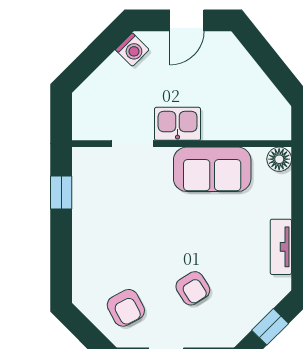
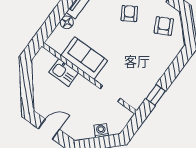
washing machine: (132, 50) -> (101, 130), moved
kitchen sink: (178, 124) -> (64, 73), moved
floor lamp: (279, 159) -> (67, 22), moved

